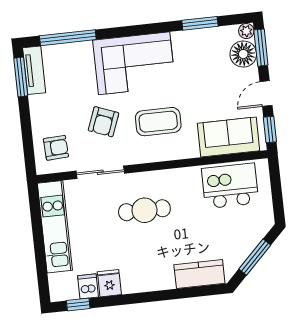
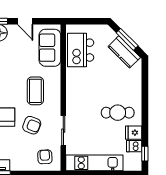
window: (270, 130) -> (48, 21), removed
cafe table: (144, 210) -> (118, 113), moved, turned 90
kitchen counter: (199, 274) -> (124, 52), moved, turned -45

